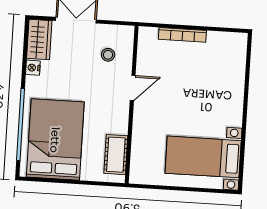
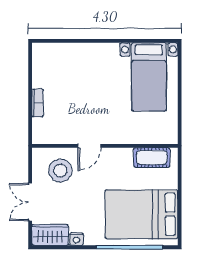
bookcase: (182, 35) -> (37, 103), width x0.64
stool: (108, 55) -> (60, 171), width x1.89, depth x1.89
door: (133, 88) -> (89, 146), swing flipped

